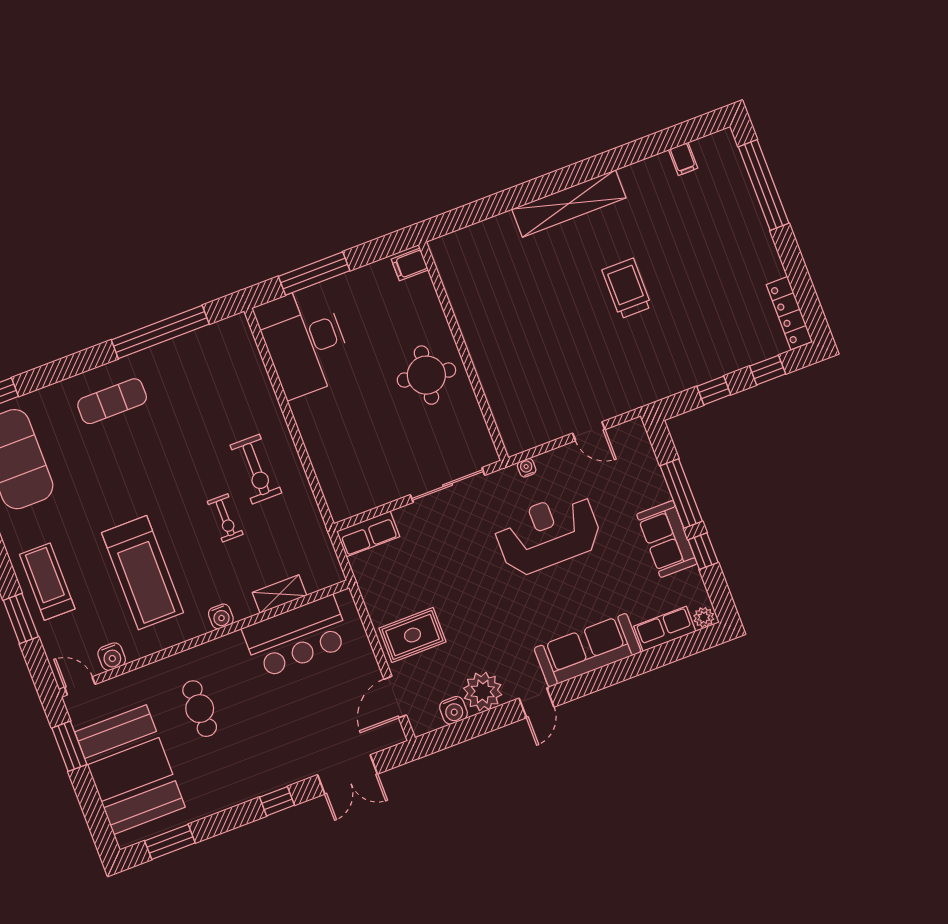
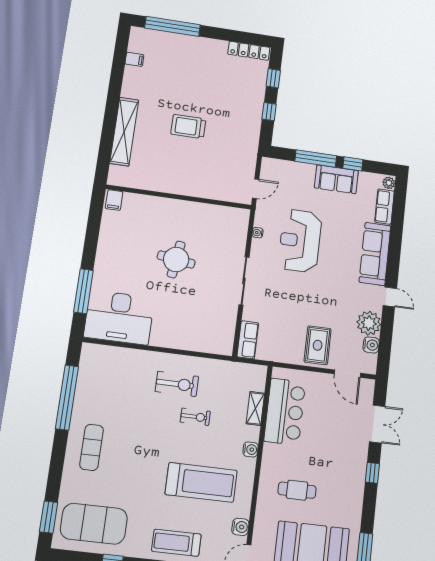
filing cabinet: (410, 264) -> (114, 200), moved
wall: (463, 351) -> (179, 197), moved

